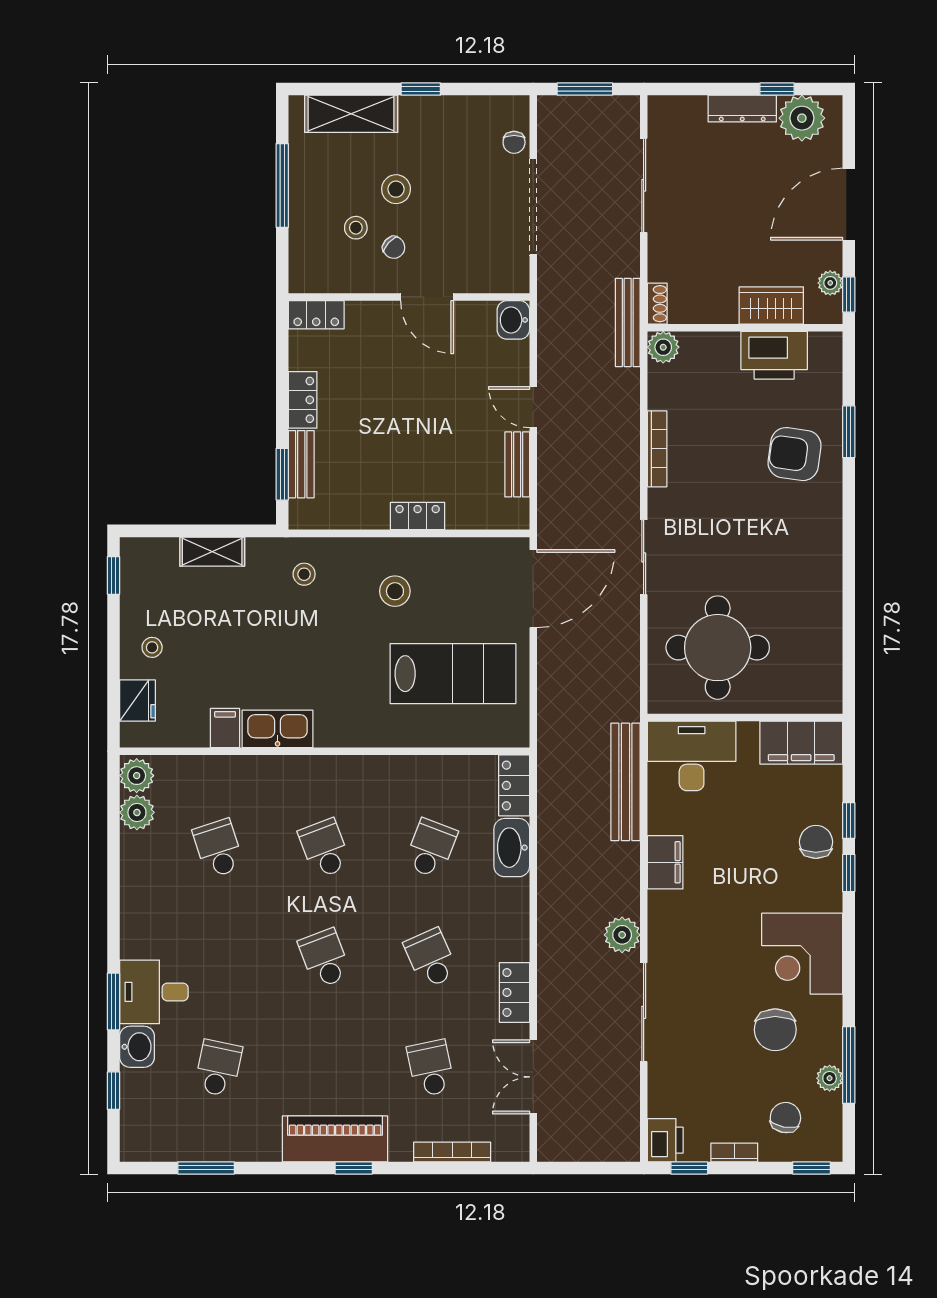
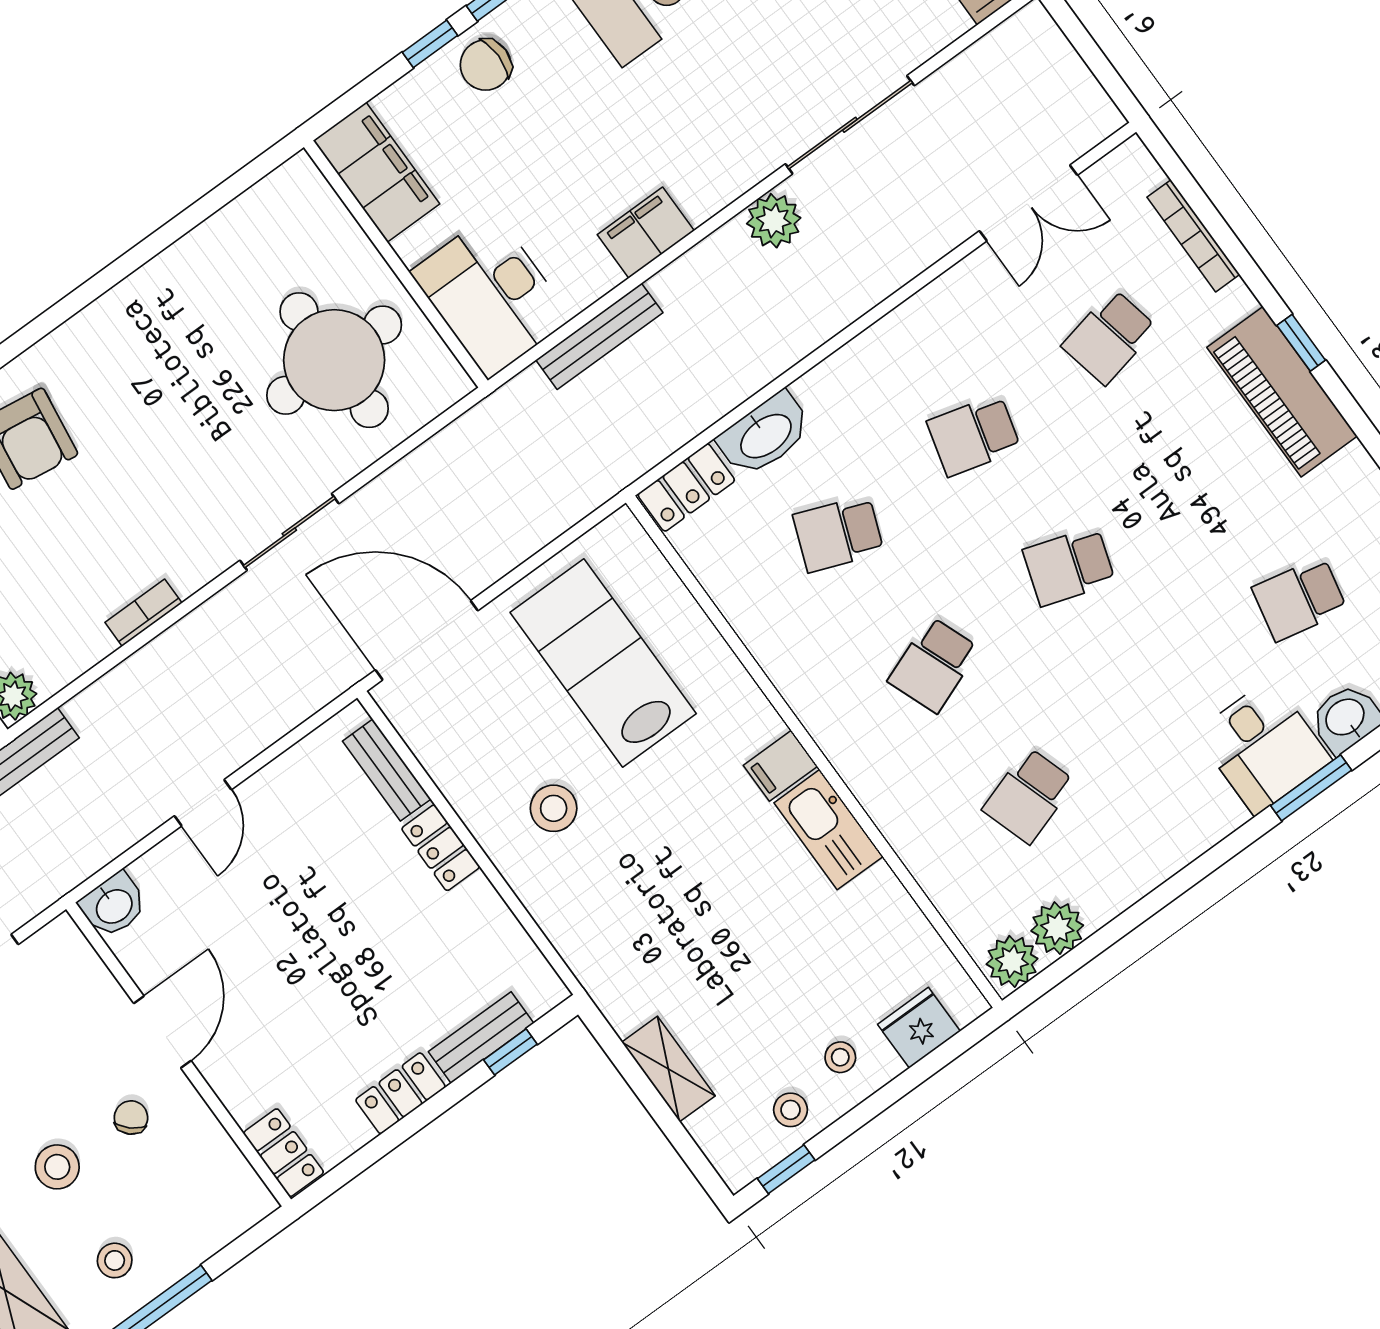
stool: (356, 228) -> (115, 1260), moved
bookcase: (657, 449) -> (143, 613), width x0.64
bench: (517, 464) -> (387, 770), moved, turned 90
window: (282, 474) -> (510, 1052), width x0.67
stool: (304, 574) -> (791, 1110), moved
filing cabinet: (225, 728) -> (780, 766), moved
bench: (625, 782) -> (599, 336), width x0.73, depth x0.82
school desk: (325, 958) -> (1069, 566), turned 39
school desk: (431, 958) -> (974, 435), turned 39
locker: (514, 992) -> (941, 302), removed

